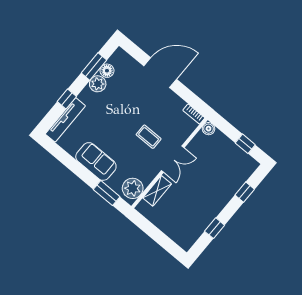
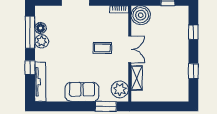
window: (94, 67) -> (30, 32), width x1.44
boiler: (209, 129) -> (141, 15), width x1.86, depth x1.86

